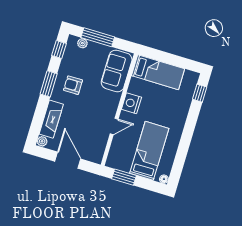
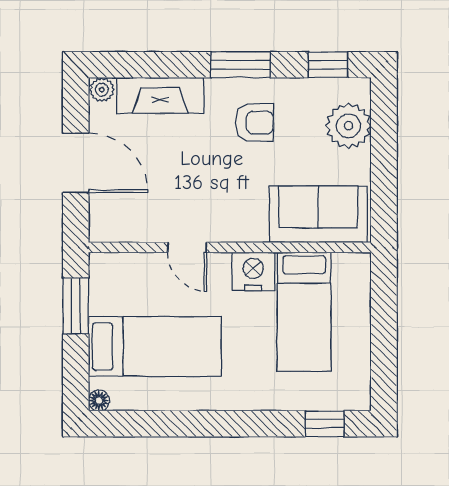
window: (98, 37) -> (384, 147), removed
plant: (82, 43) -> (348, 126), width x1.87, depth x1.87
bed: (158, 72) -> (304, 312), moved
armchair: (73, 85) -> (255, 122), turned 90
door: (68, 160) -> (76, 163), hinge flipped

